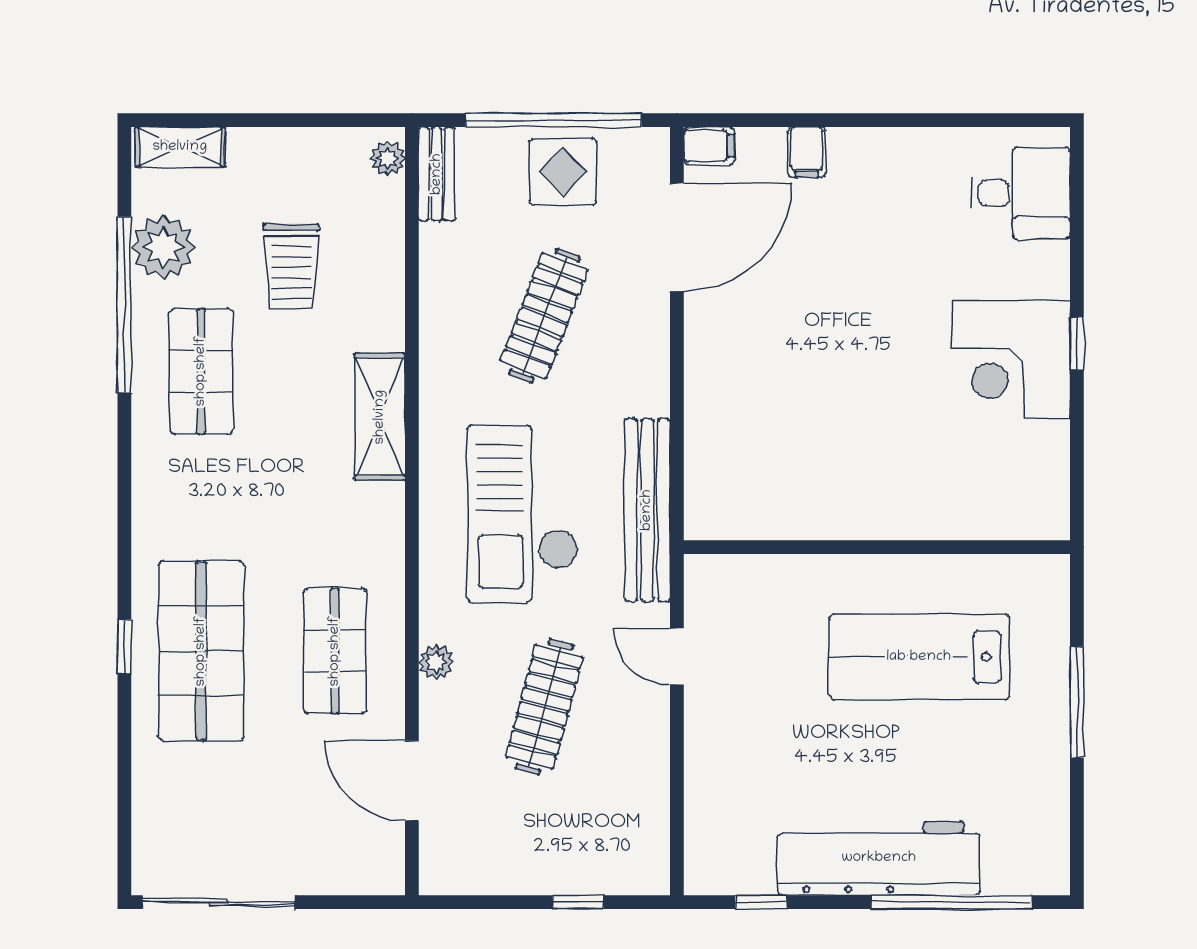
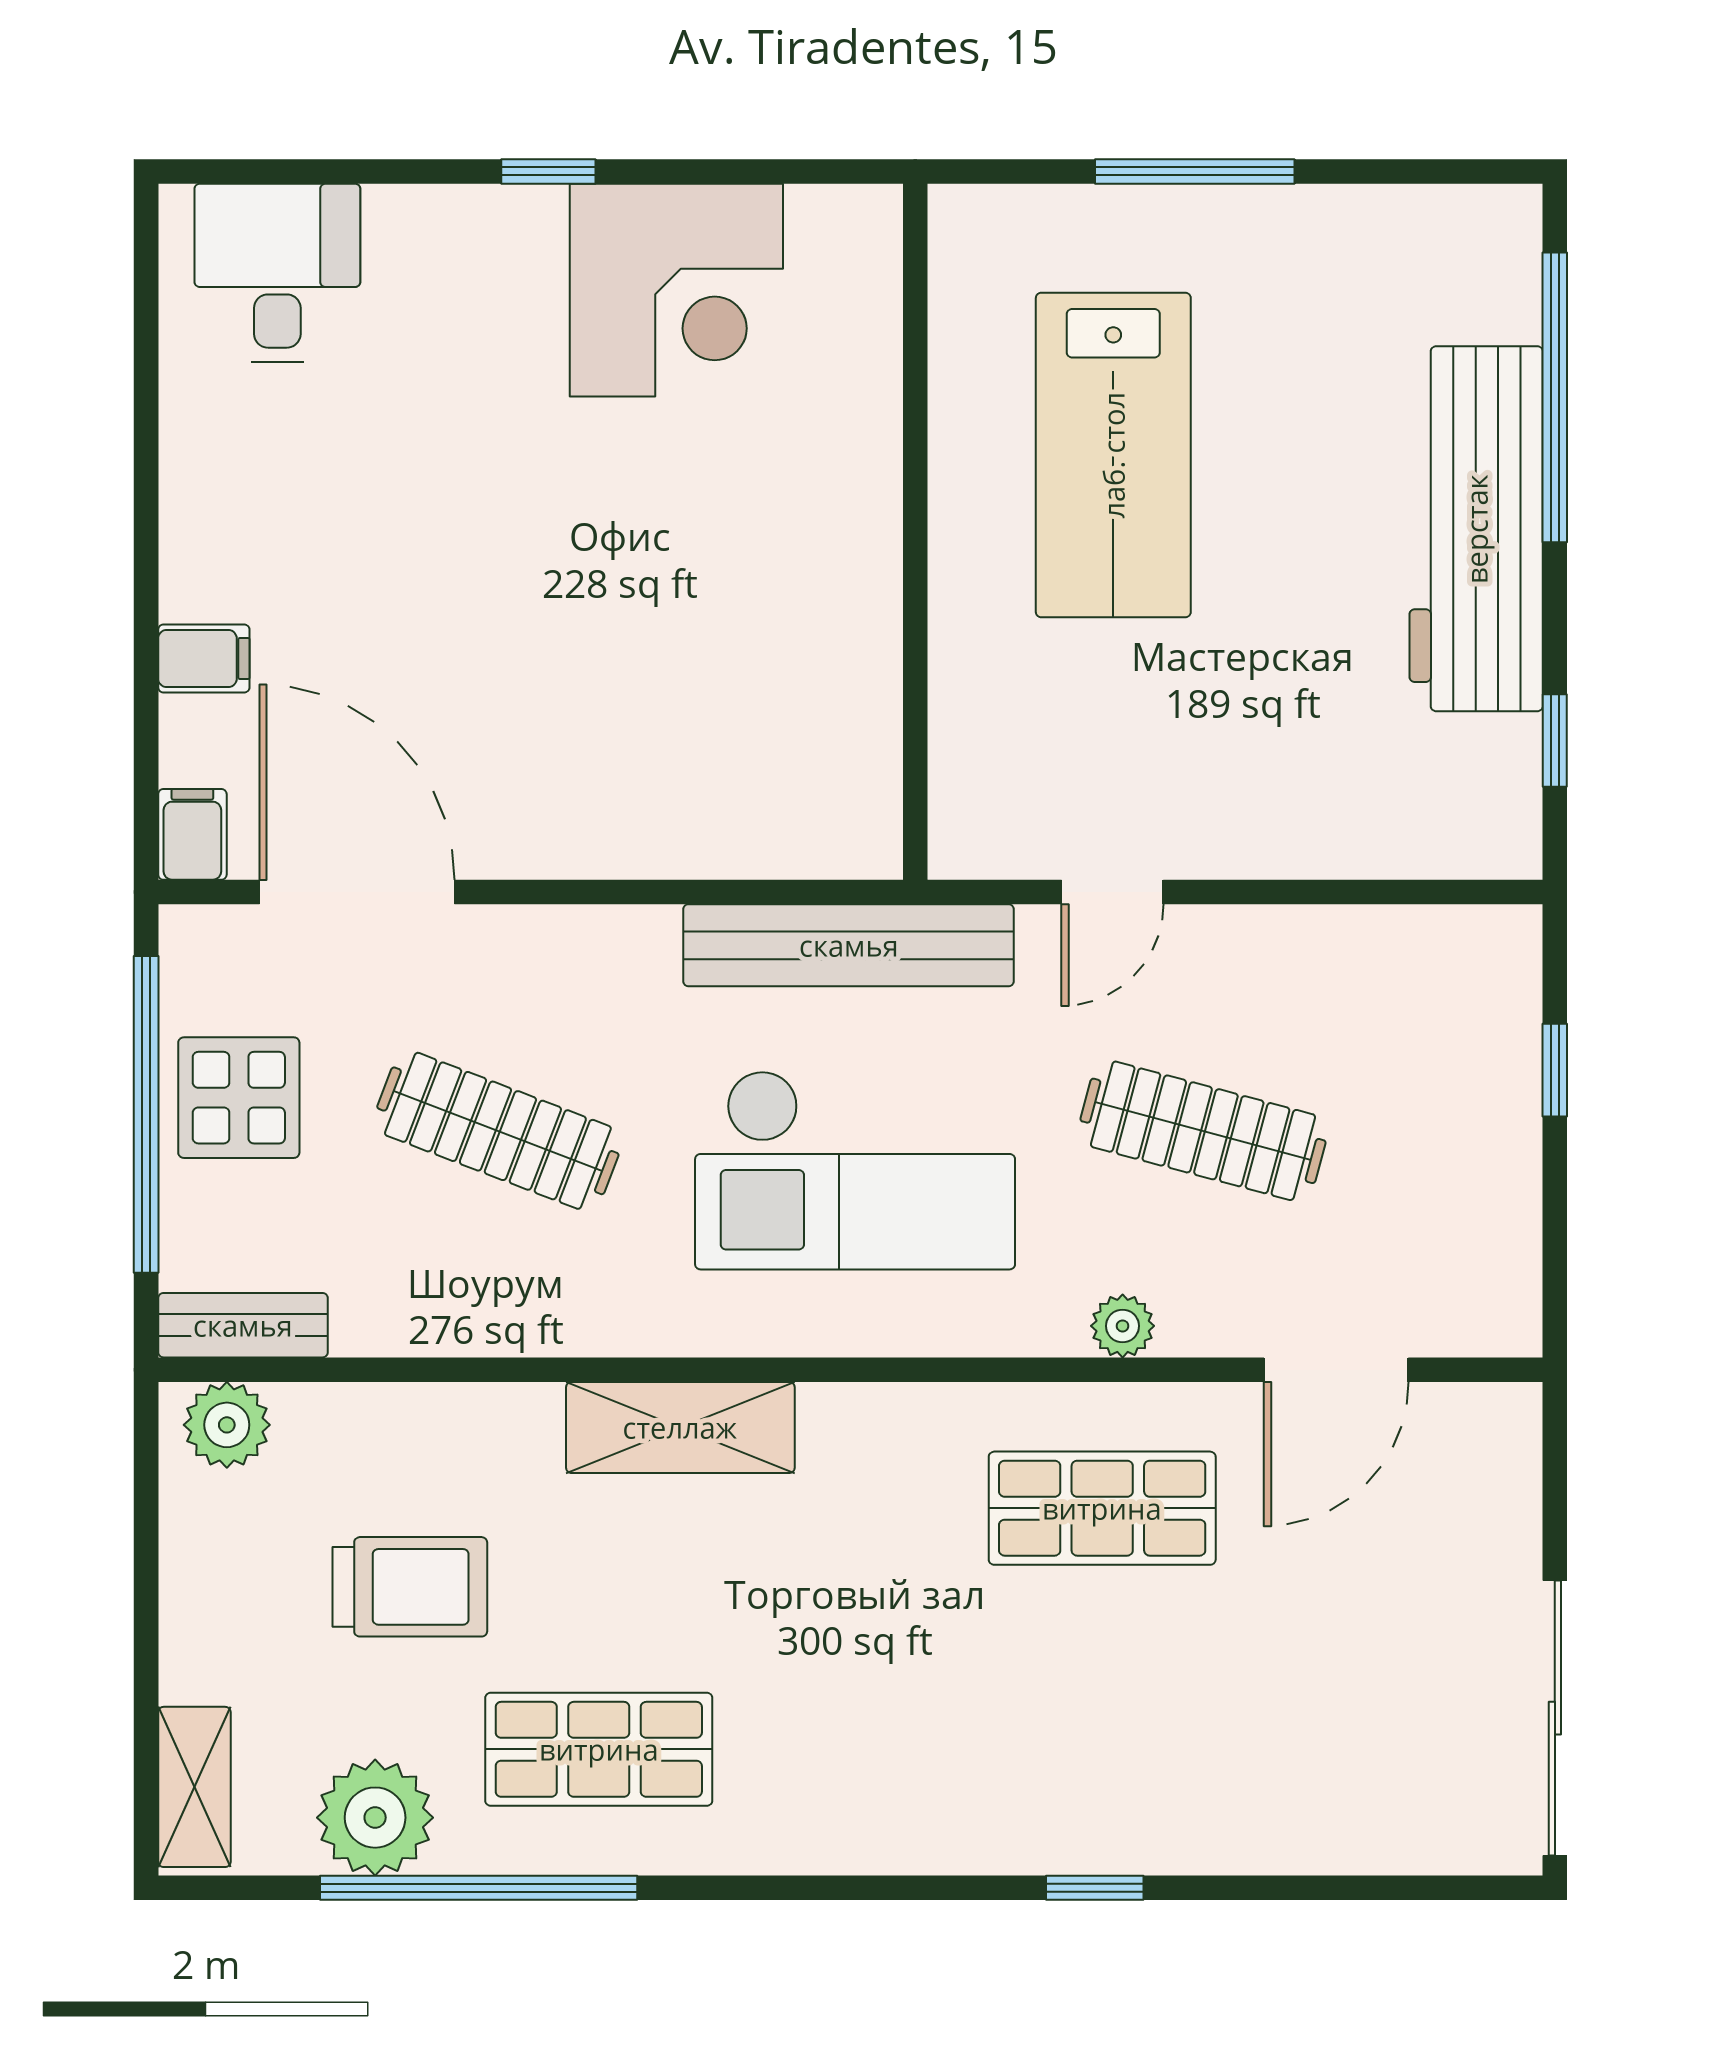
plant: (388, 158) -> (227, 1425), width x1.38, depth x1.38
corner desk: (1011, 360) -> (676, 290), moved
shop shelf: (201, 651) -> (1102, 1749), removed

